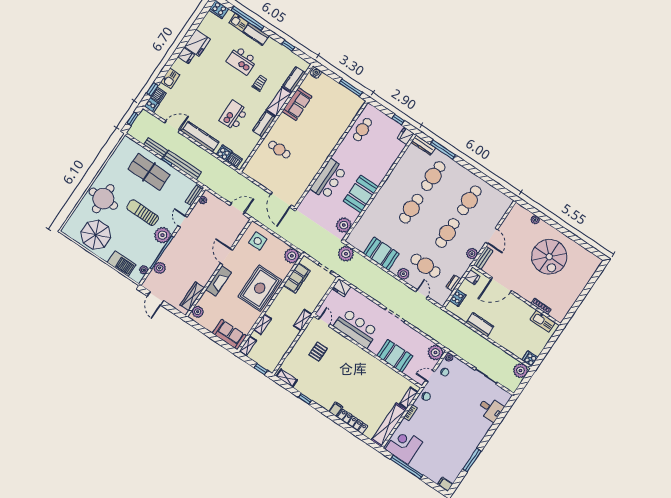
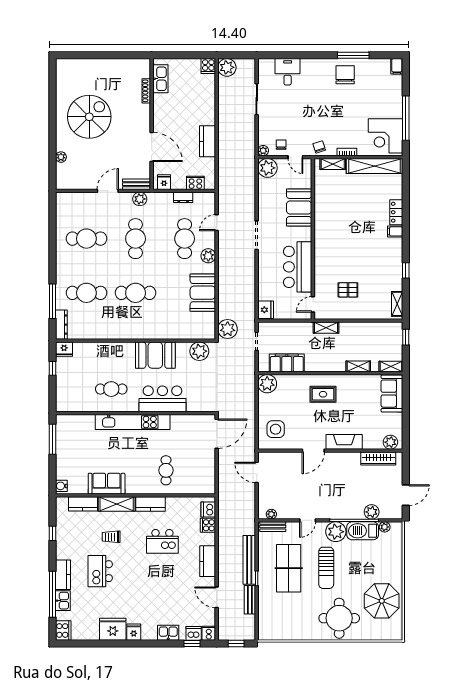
kitchen island: (242, 61) -> (100, 571), turned 180
cafe table: (362, 130) -> (111, 389), moved
kitchen counter: (200, 137) -> (208, 561), width x0.67
kitchen unit: (326, 149) -> (133, 422), added
table tennis table: (149, 172) -> (289, 568), moved
cafe table: (447, 233) -> (136, 239), turned 90
barbecue: (122, 264) -> (363, 531), moved, turned -90
rug: (260, 288) -> (323, 394), width x0.54, depth x0.49
locker: (353, 422) -> (396, 212), width x0.66
chair: (463, 446) -> (345, 75), added

